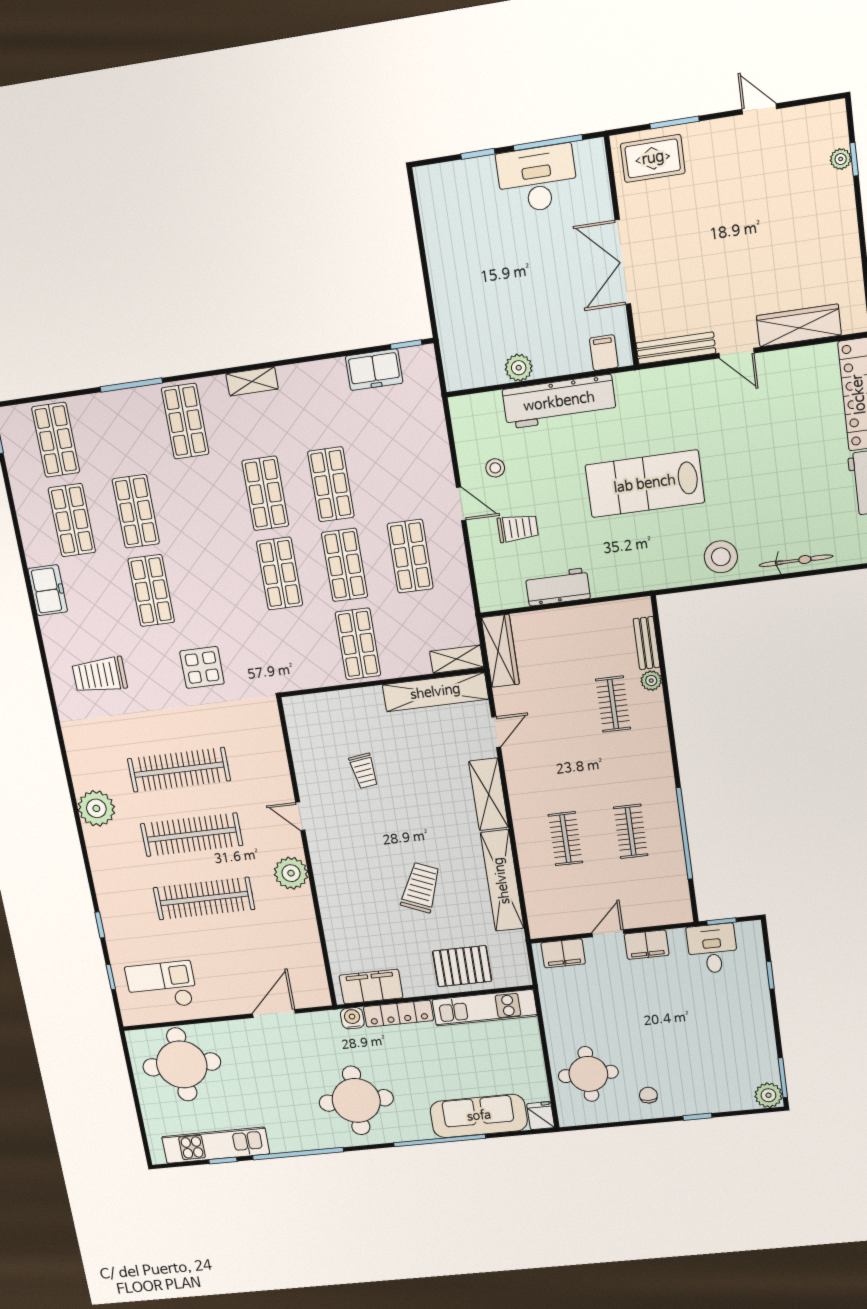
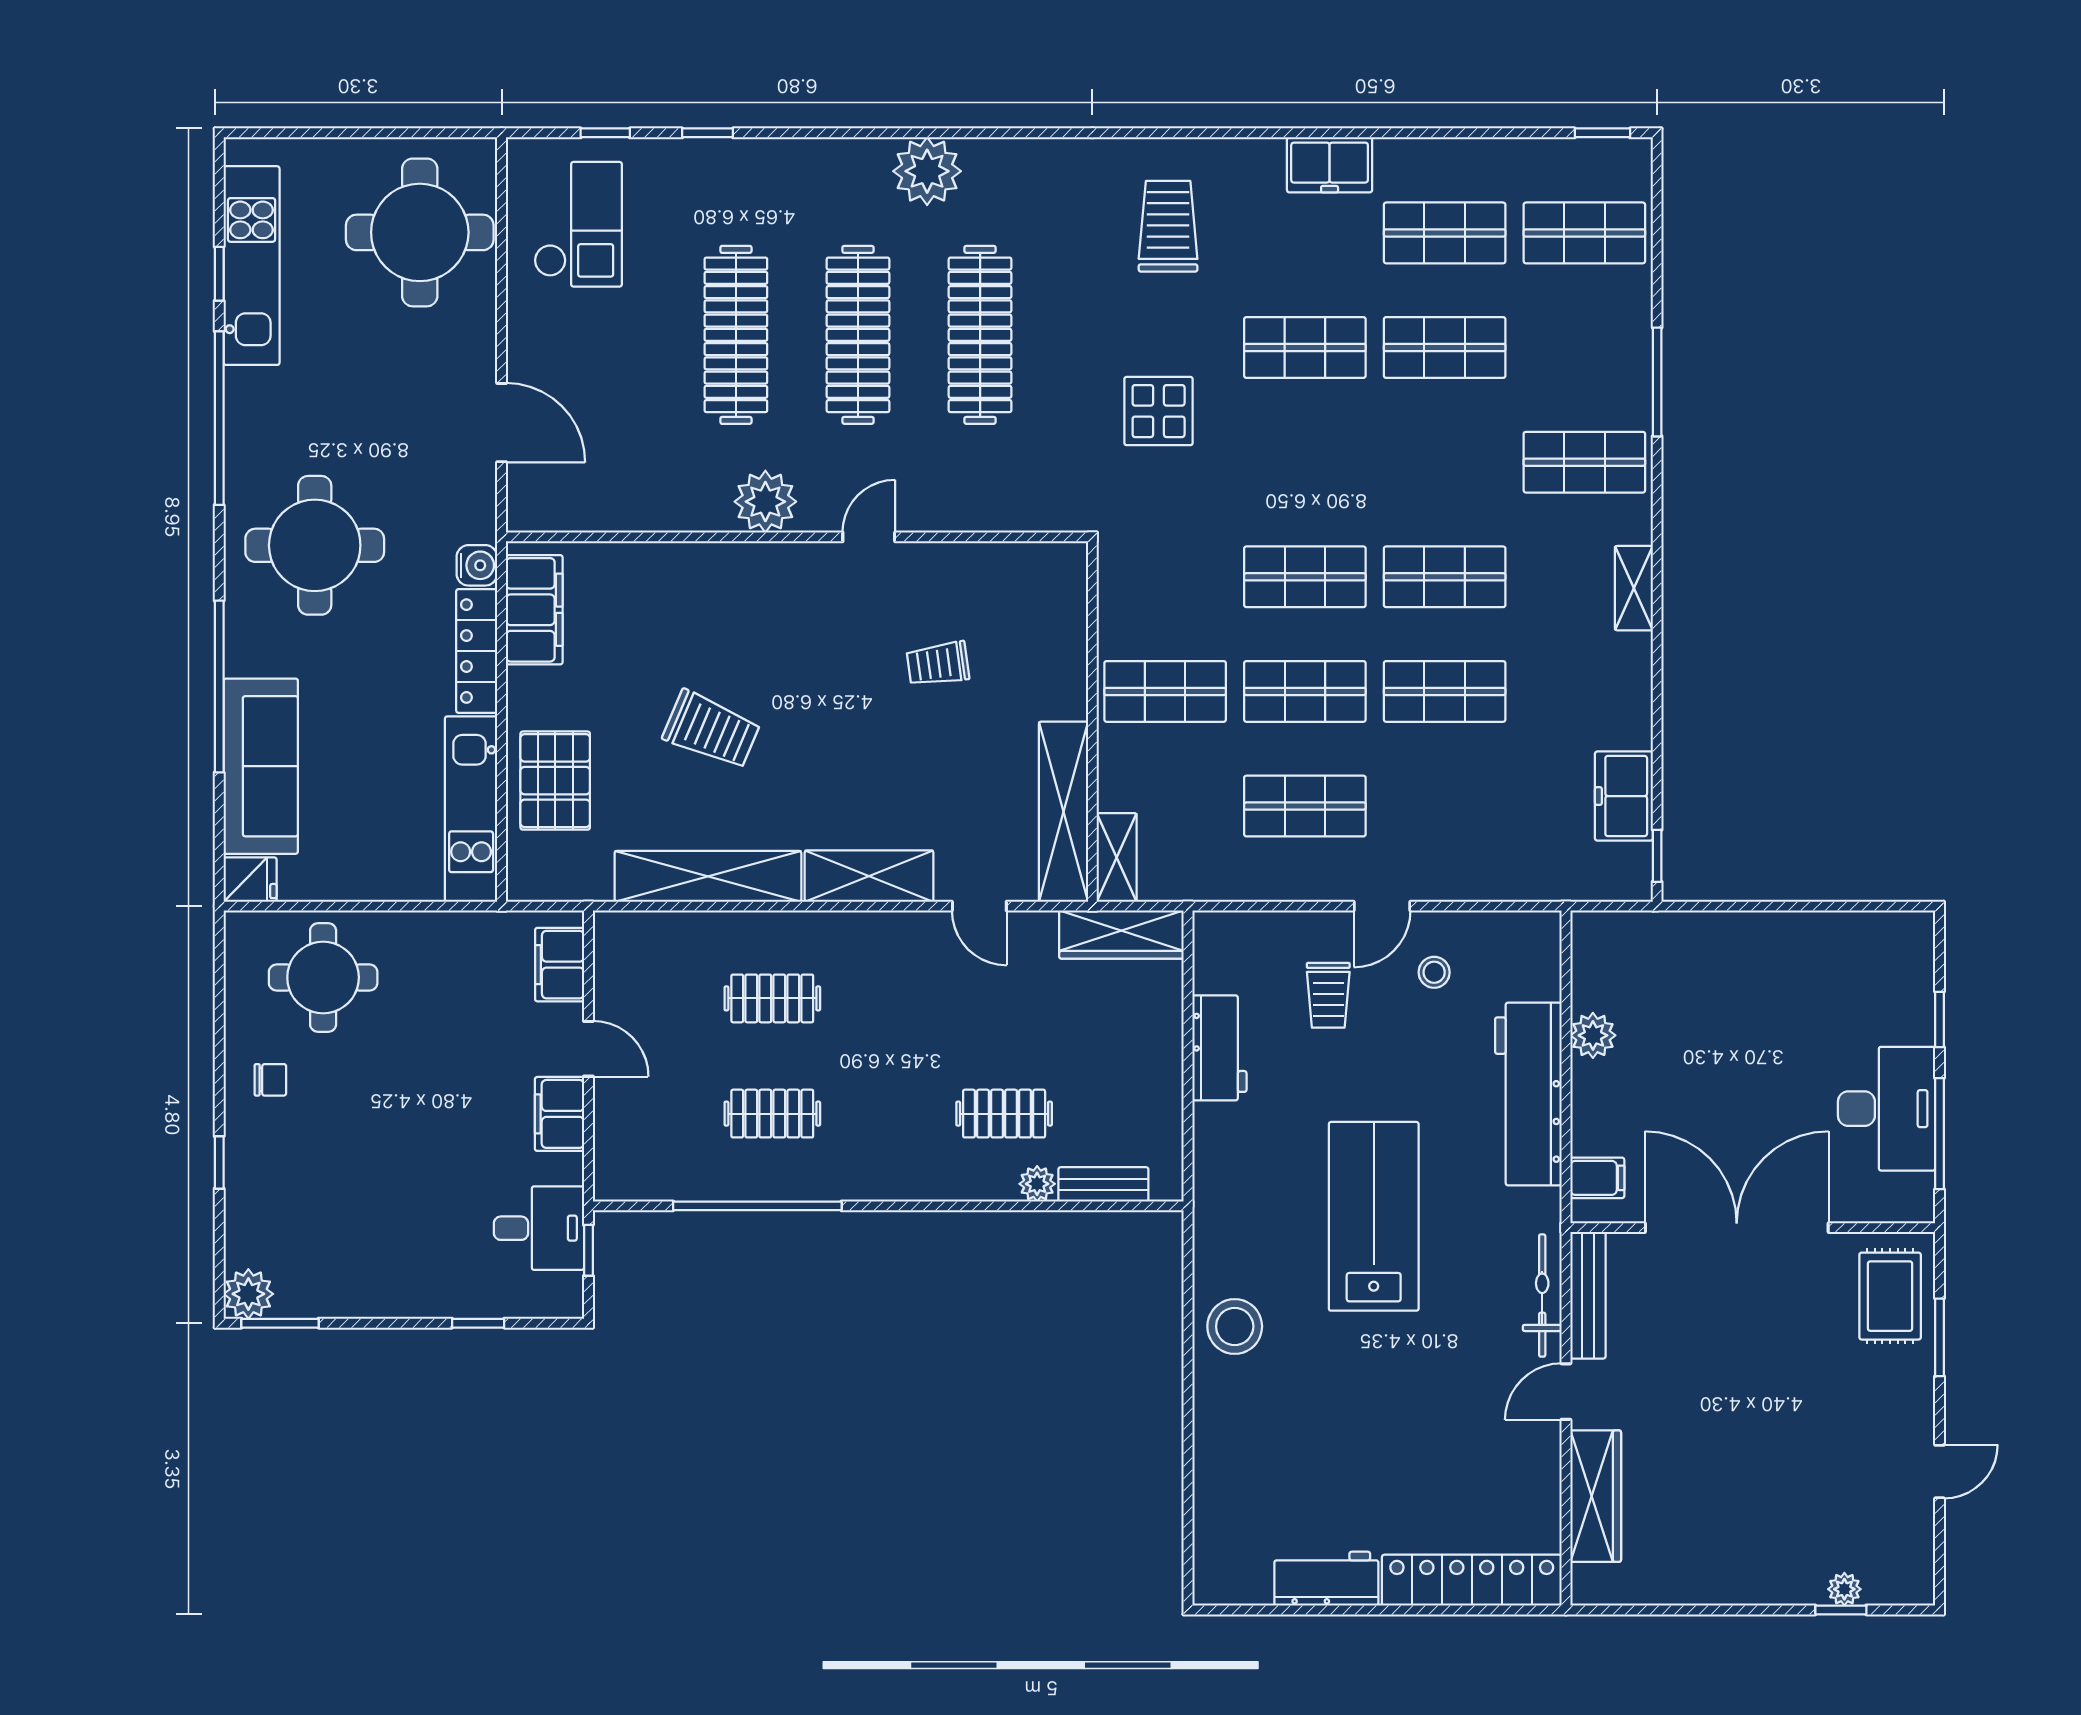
double door: (623, 262) -> (1737, 1228), width x1.36
bicycle: (796, 561) -> (1542, 1296), moved, turned 180

